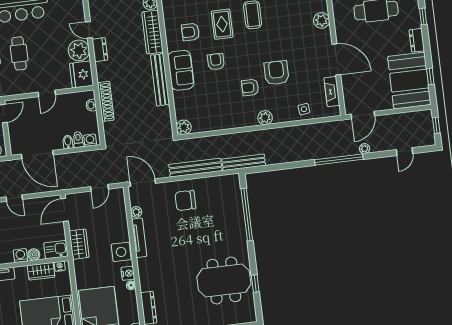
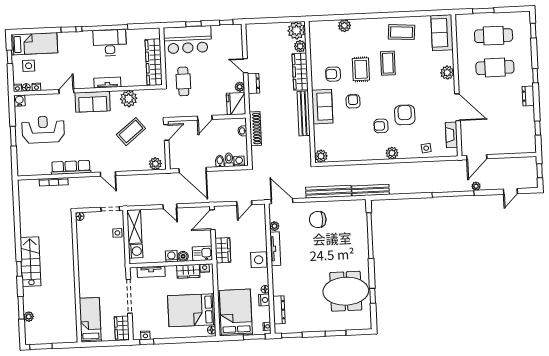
plant: (79, 50) -> (240, 87), width x0.53, depth x0.53
booth: (409, 81) -> (519, 130), removed
nightstand: (128, 273) -> (264, 300), moved

